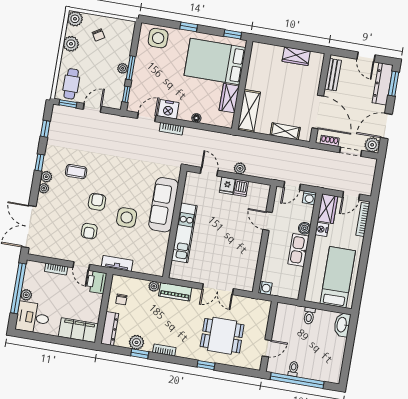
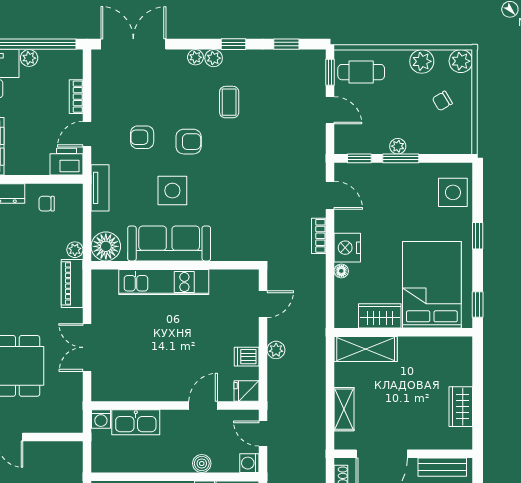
nightstand: (168, 109) -> (347, 248), moved
fridge: (227, 186) -> (246, 391), moved
sofa: (164, 205) -> (169, 243), moved
kitchen sink: (299, 250) -> (136, 422), moved, turned 180
floor lamp: (155, 266) -> (106, 246), added

